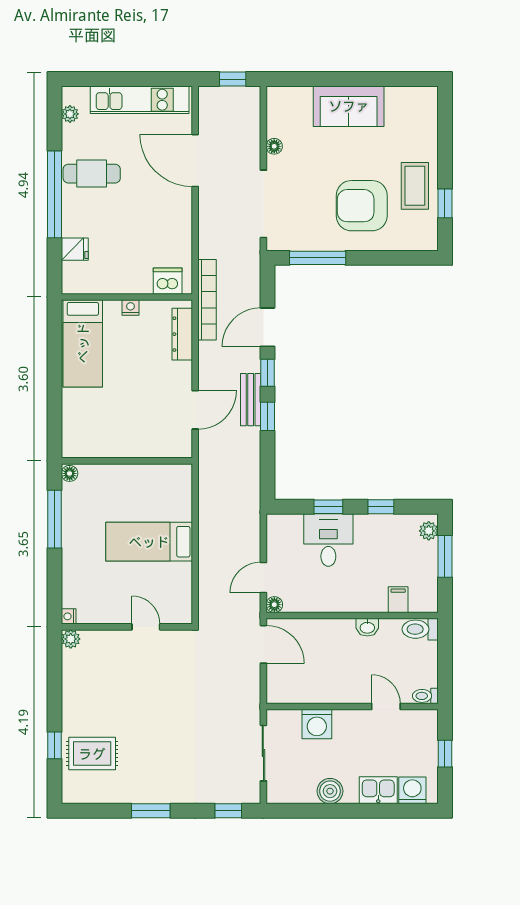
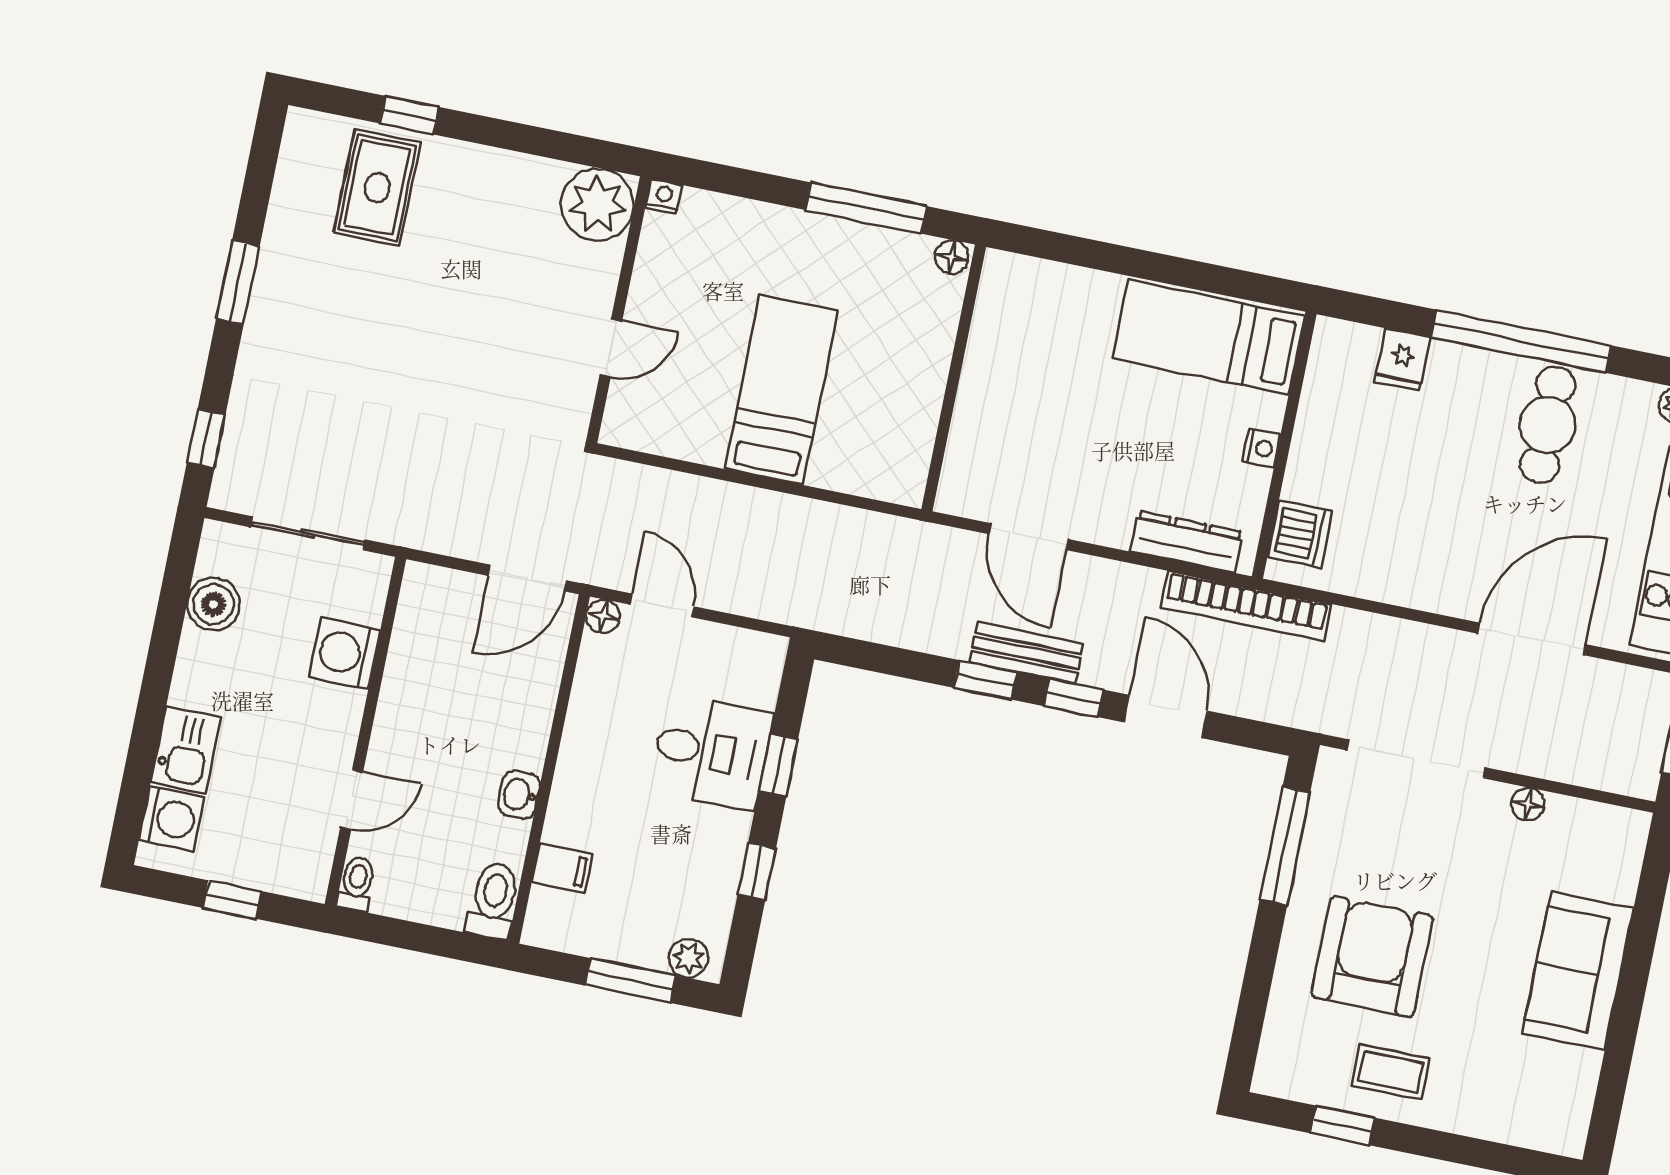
coffee table: (415, 186) -> (1390, 1072), width x0.73, depth x0.77
plant: (71, 639) -> (597, 205), width x1.88, depth x1.88
boiler: (330, 791) -> (214, 604), moved

